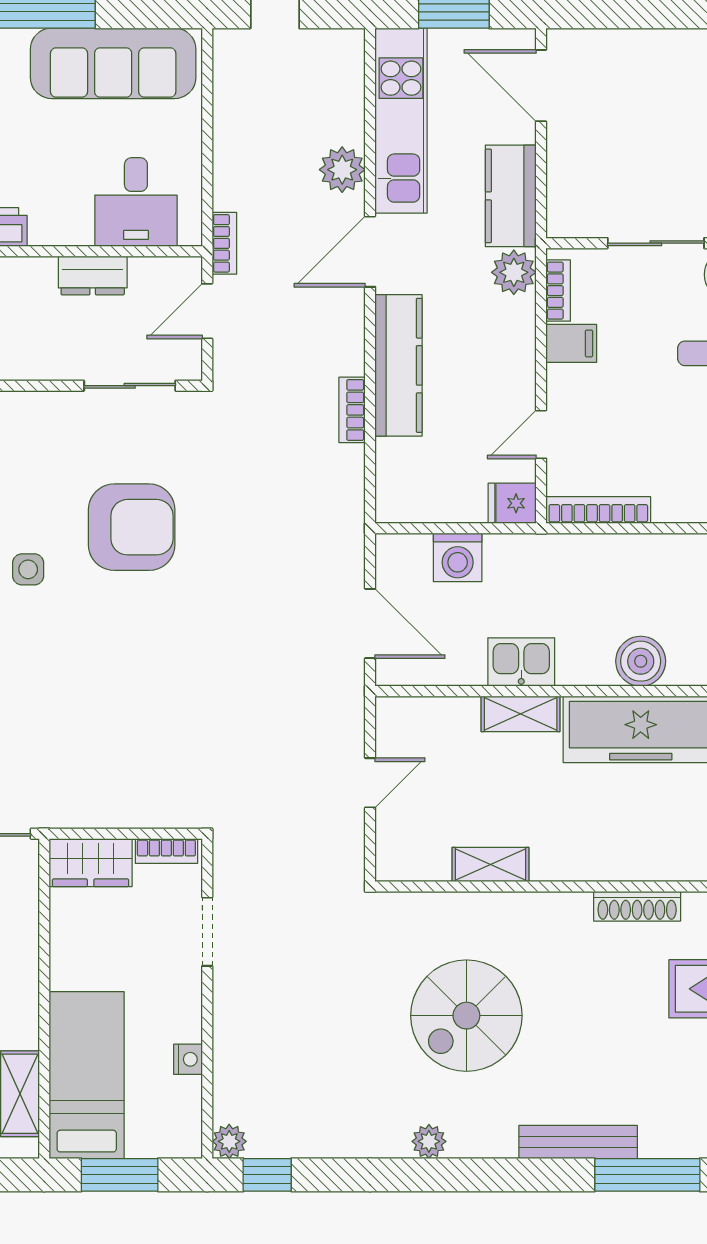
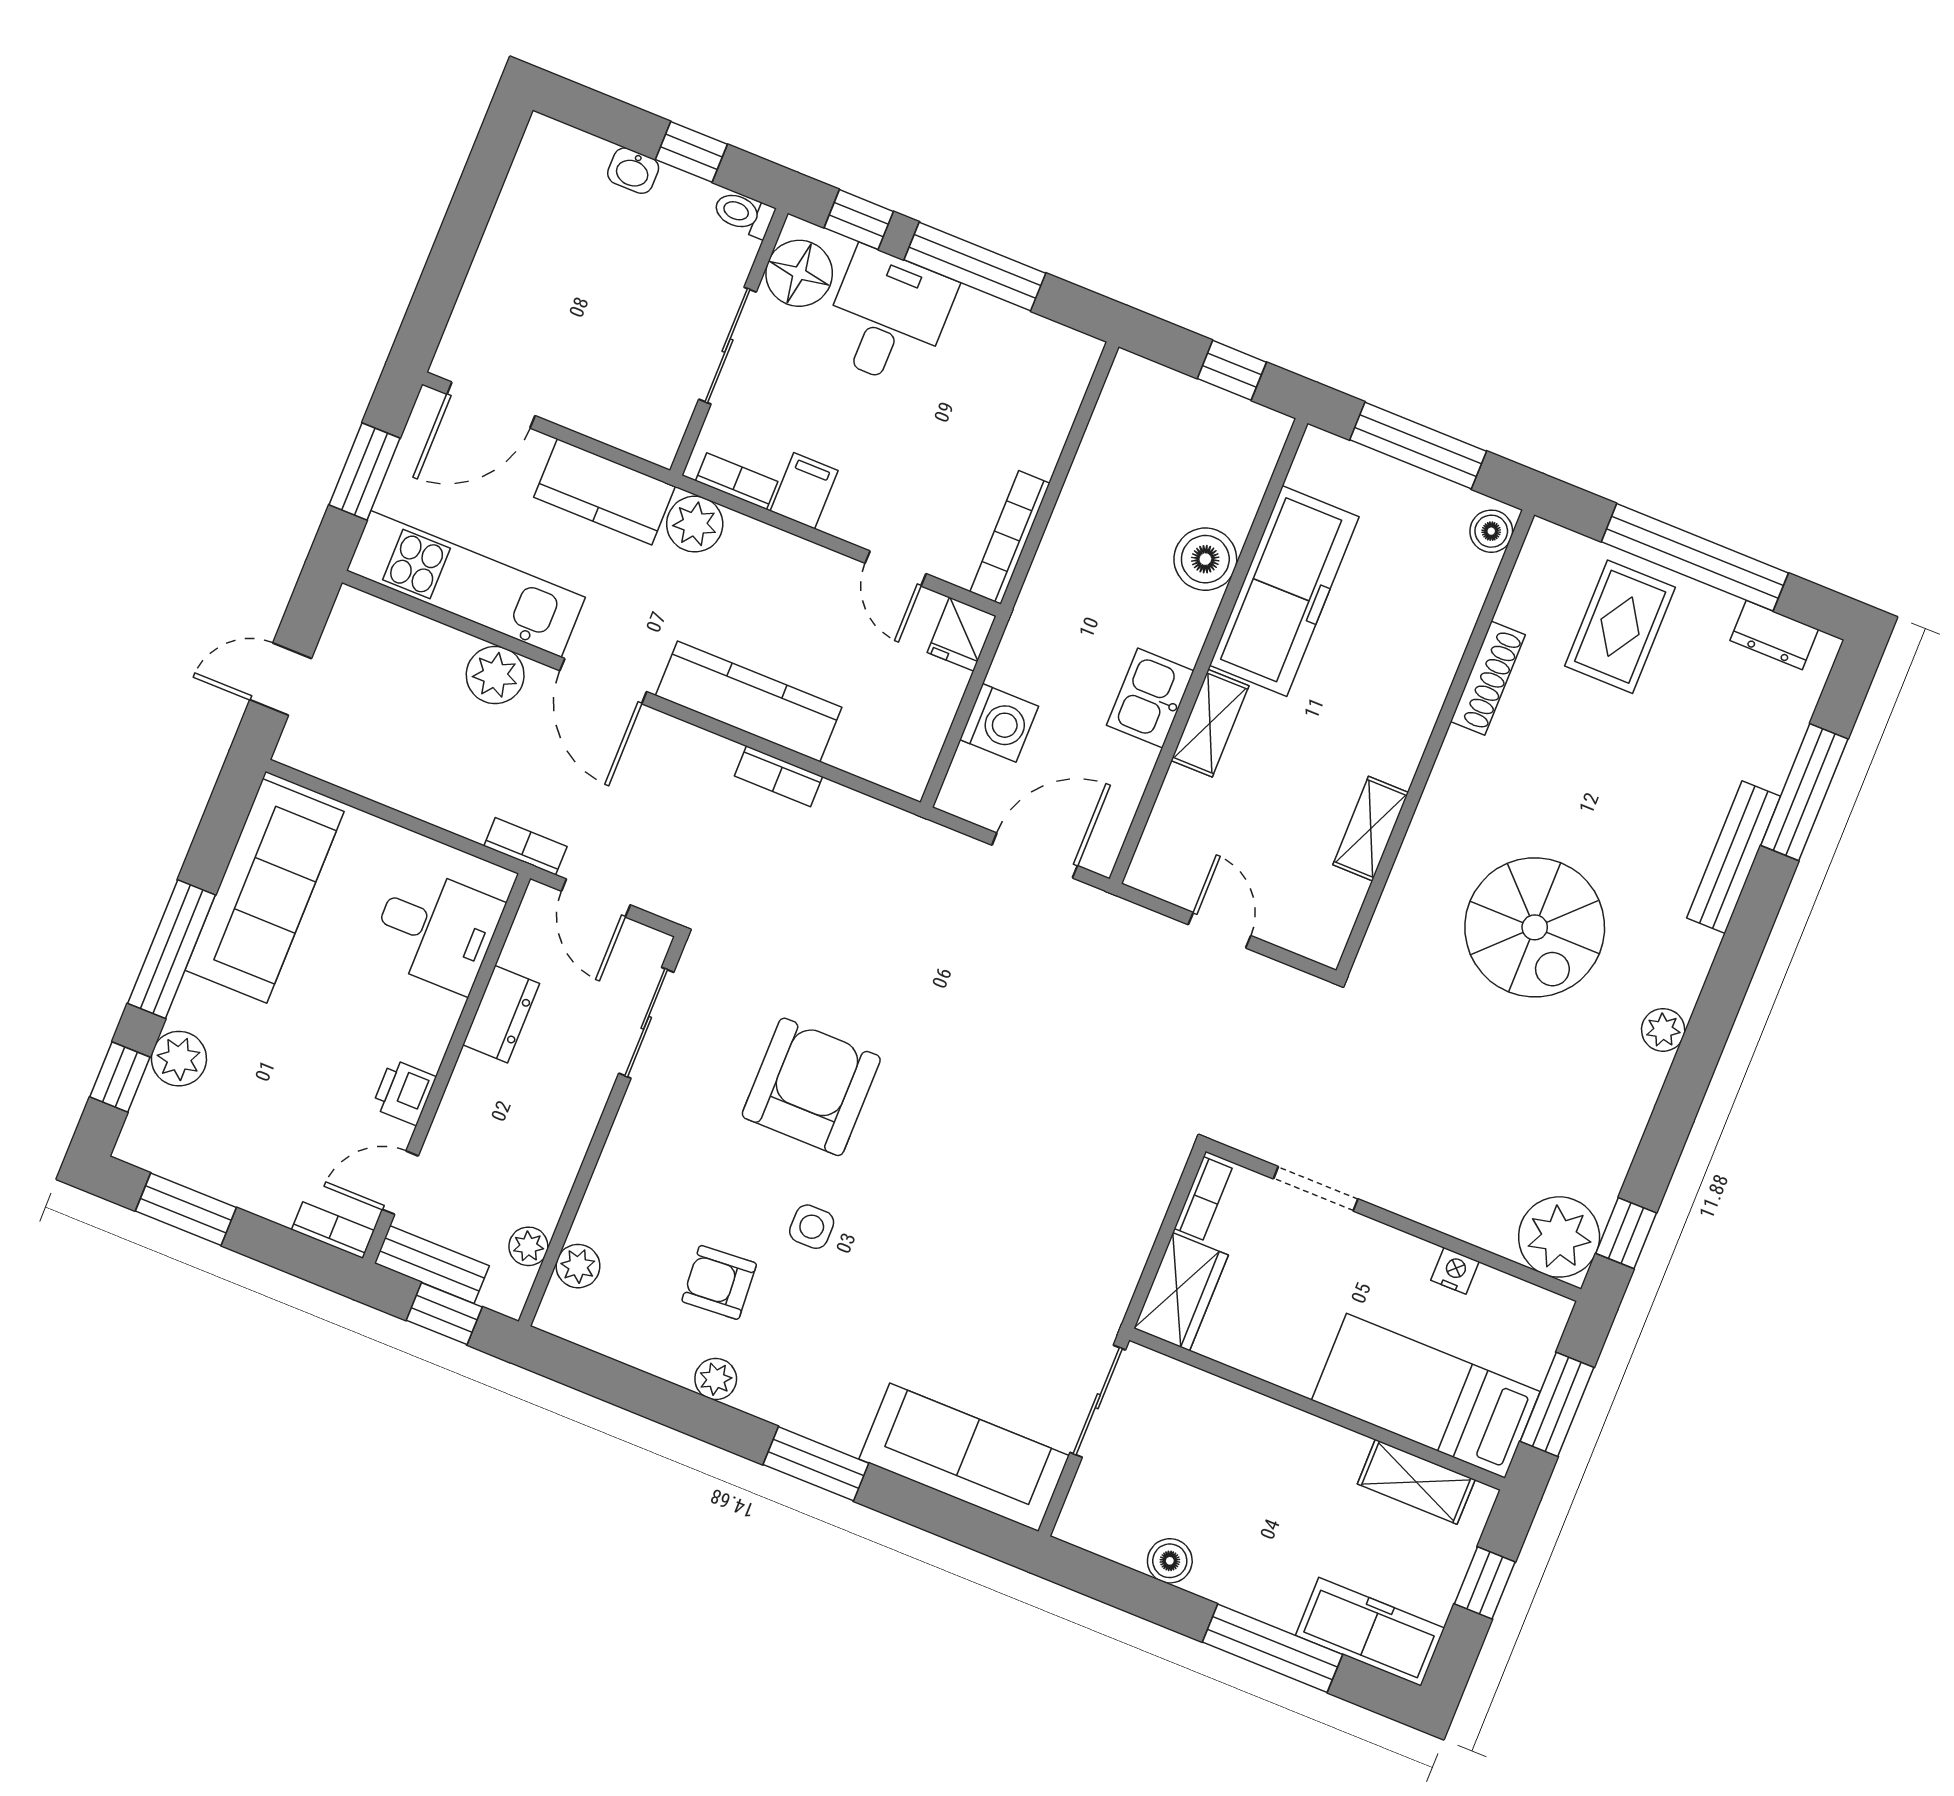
plant: (229, 1141) -> (1559, 1237), width x1.88, depth x1.88

